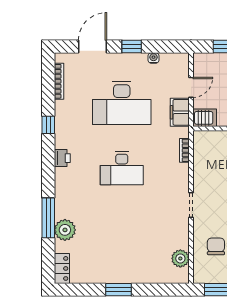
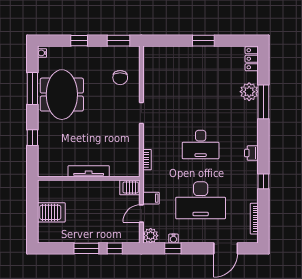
window: (132, 47) -> (173, 248), moved
desk: (122, 103) -> (201, 200), turned 180
filing cabinet: (180, 112) -> (151, 198), width x0.50
desk: (122, 168) -> (201, 144), turned 180
plant: (180, 258) -> (151, 236), moved

